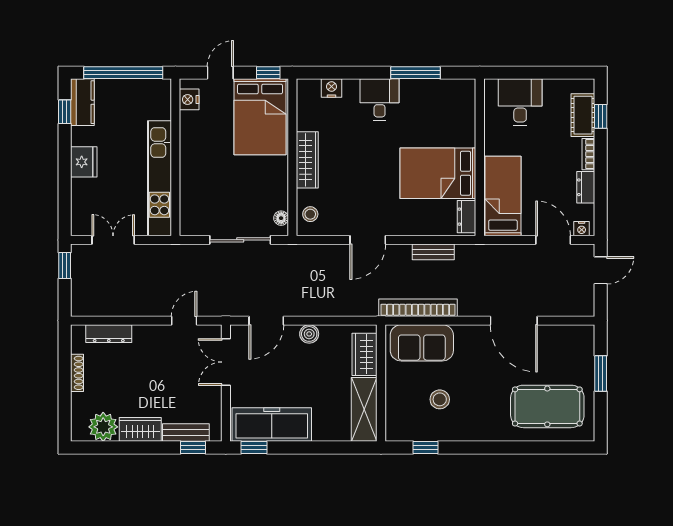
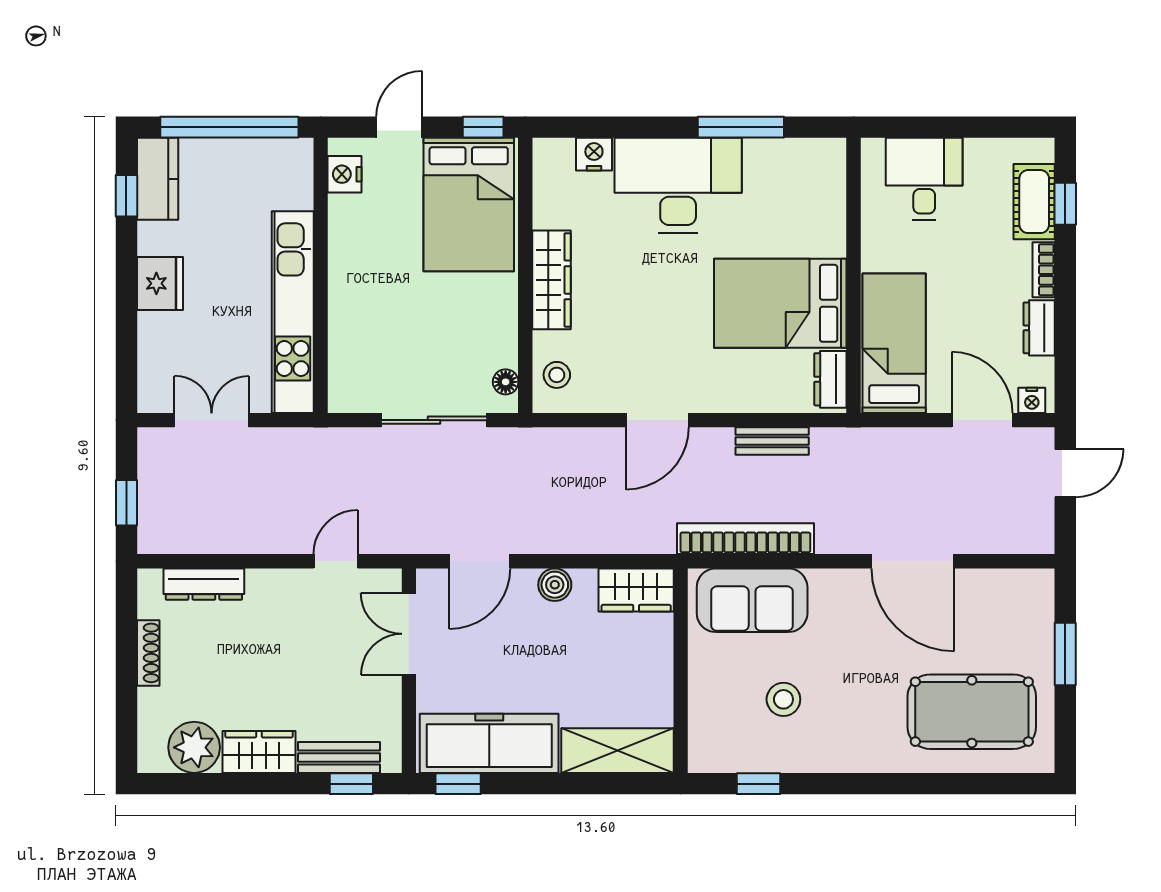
desk: (380, 100) -> (678, 185), width x1.87, depth x1.30
window: (65, 266) -> (126, 503), moved
wardrobe: (365, 354) -> (636, 590), moved, turned -90
shelving: (364, 409) -> (617, 751), moved, turned 90

